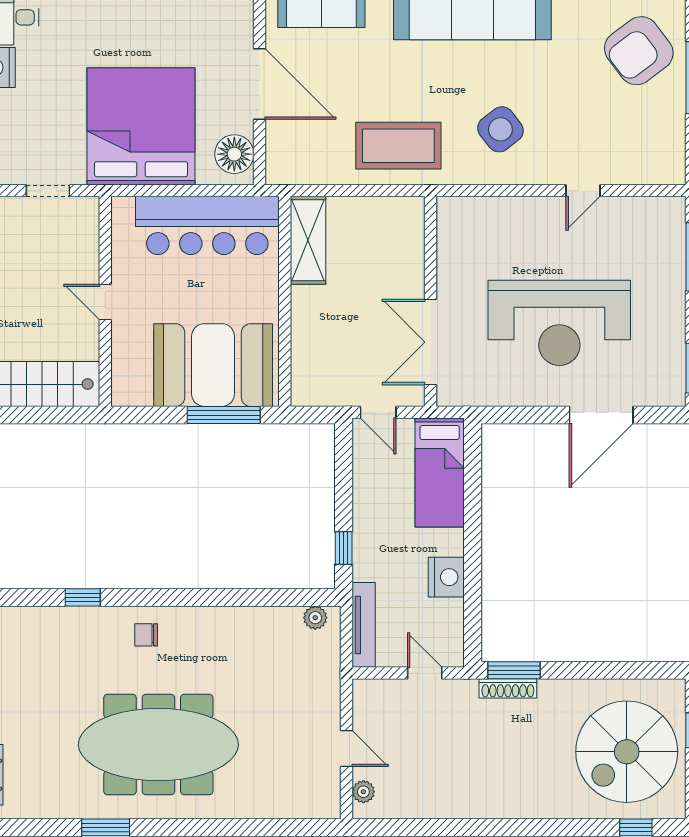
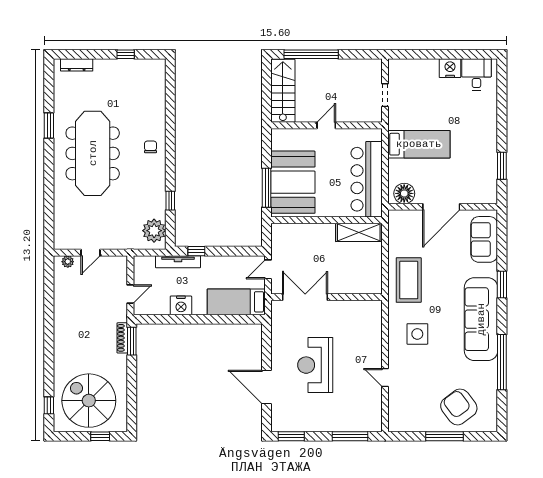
bed: (141, 126) -> (419, 144), width x0.49
side table: (500, 129) -> (417, 334), turned 38
reception desk: (559, 323) -> (315, 365), width x0.74, depth x0.77
window: (83, 597) -> (170, 201), moved
plant: (315, 618) -> (154, 231), width x1.88, depth x1.88
tv unit: (364, 625) -> (178, 262), moved

